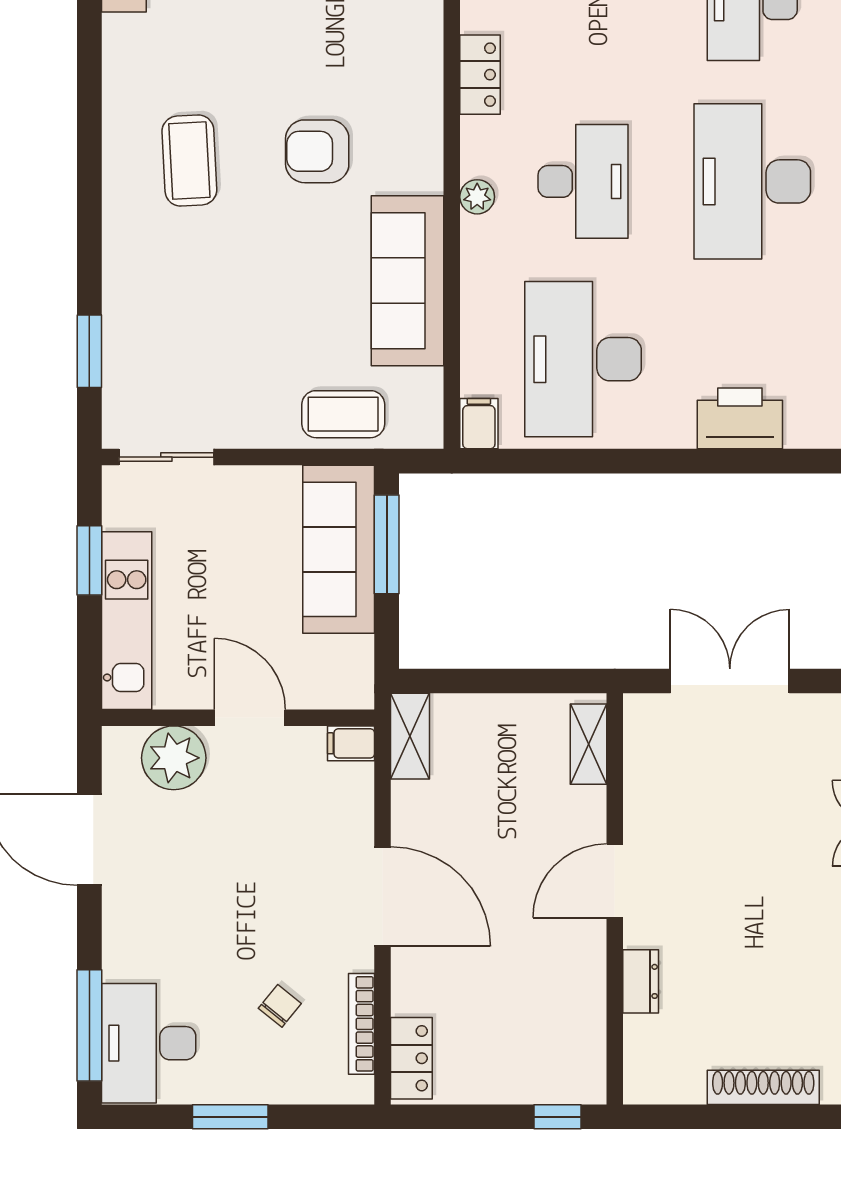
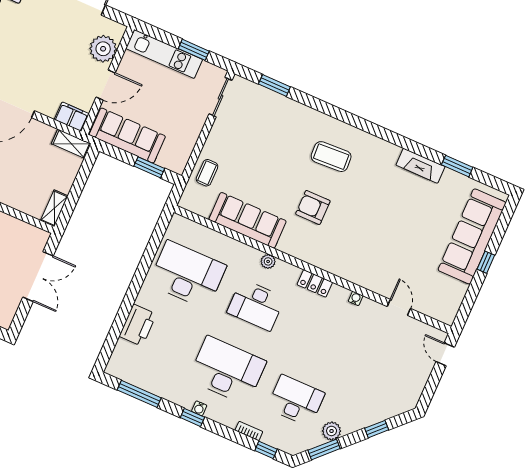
armchair: (317, 151) -> (313, 207), turned -90
coffee table: (343, 414) -> (207, 173), width x0.73, depth x0.77
filing cabinet: (479, 424) -> (180, 224), removed
window: (387, 544) -> (149, 167), width x0.69
sofa: (339, 549) -> (127, 135), moved
filing cabinet: (351, 743) -> (72, 117), width x2.00
shelving: (588, 744) -> (54, 208), moved, turned 90

